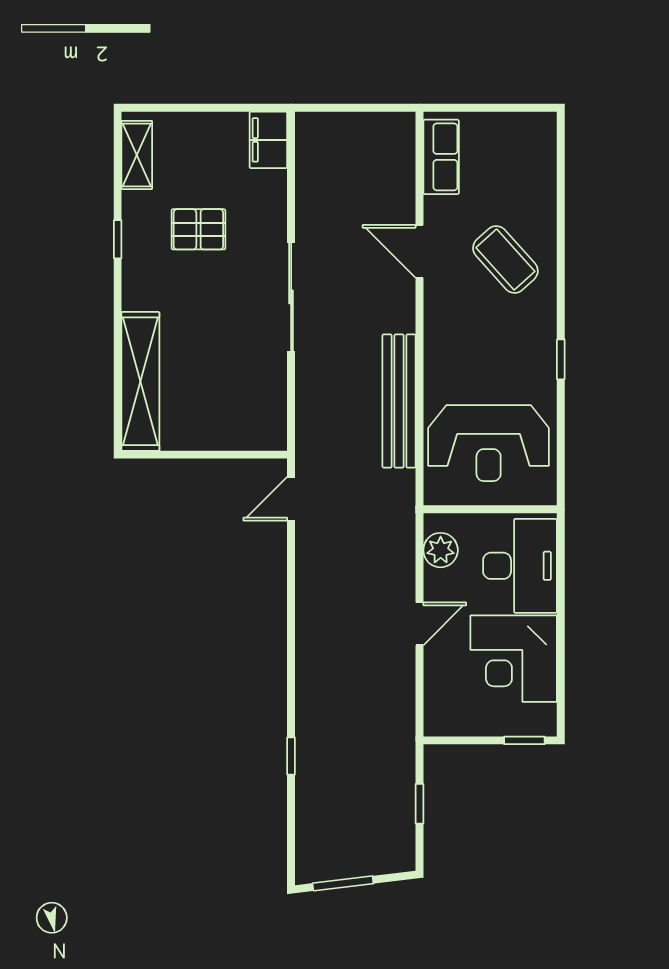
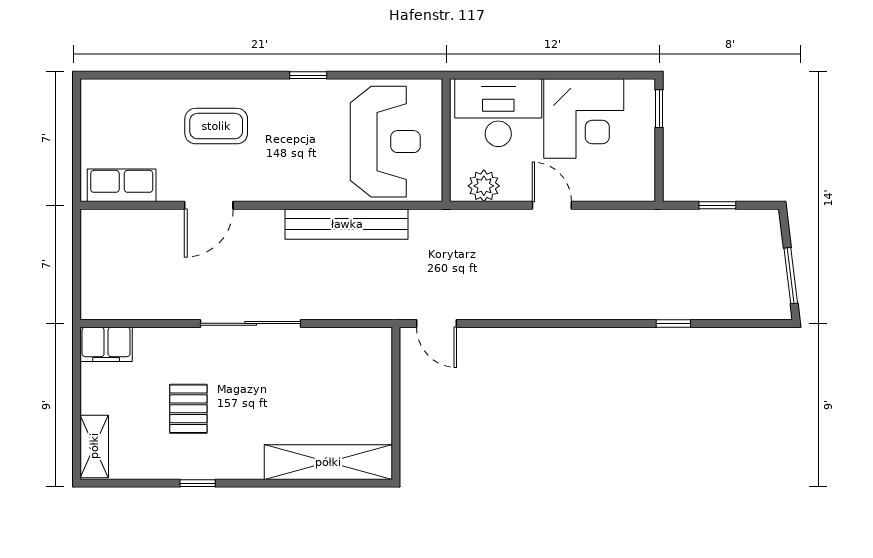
shelving: (137, 155) -> (94, 446), moved, turned 90
coffee table: (505, 259) -> (216, 126), turned 42

